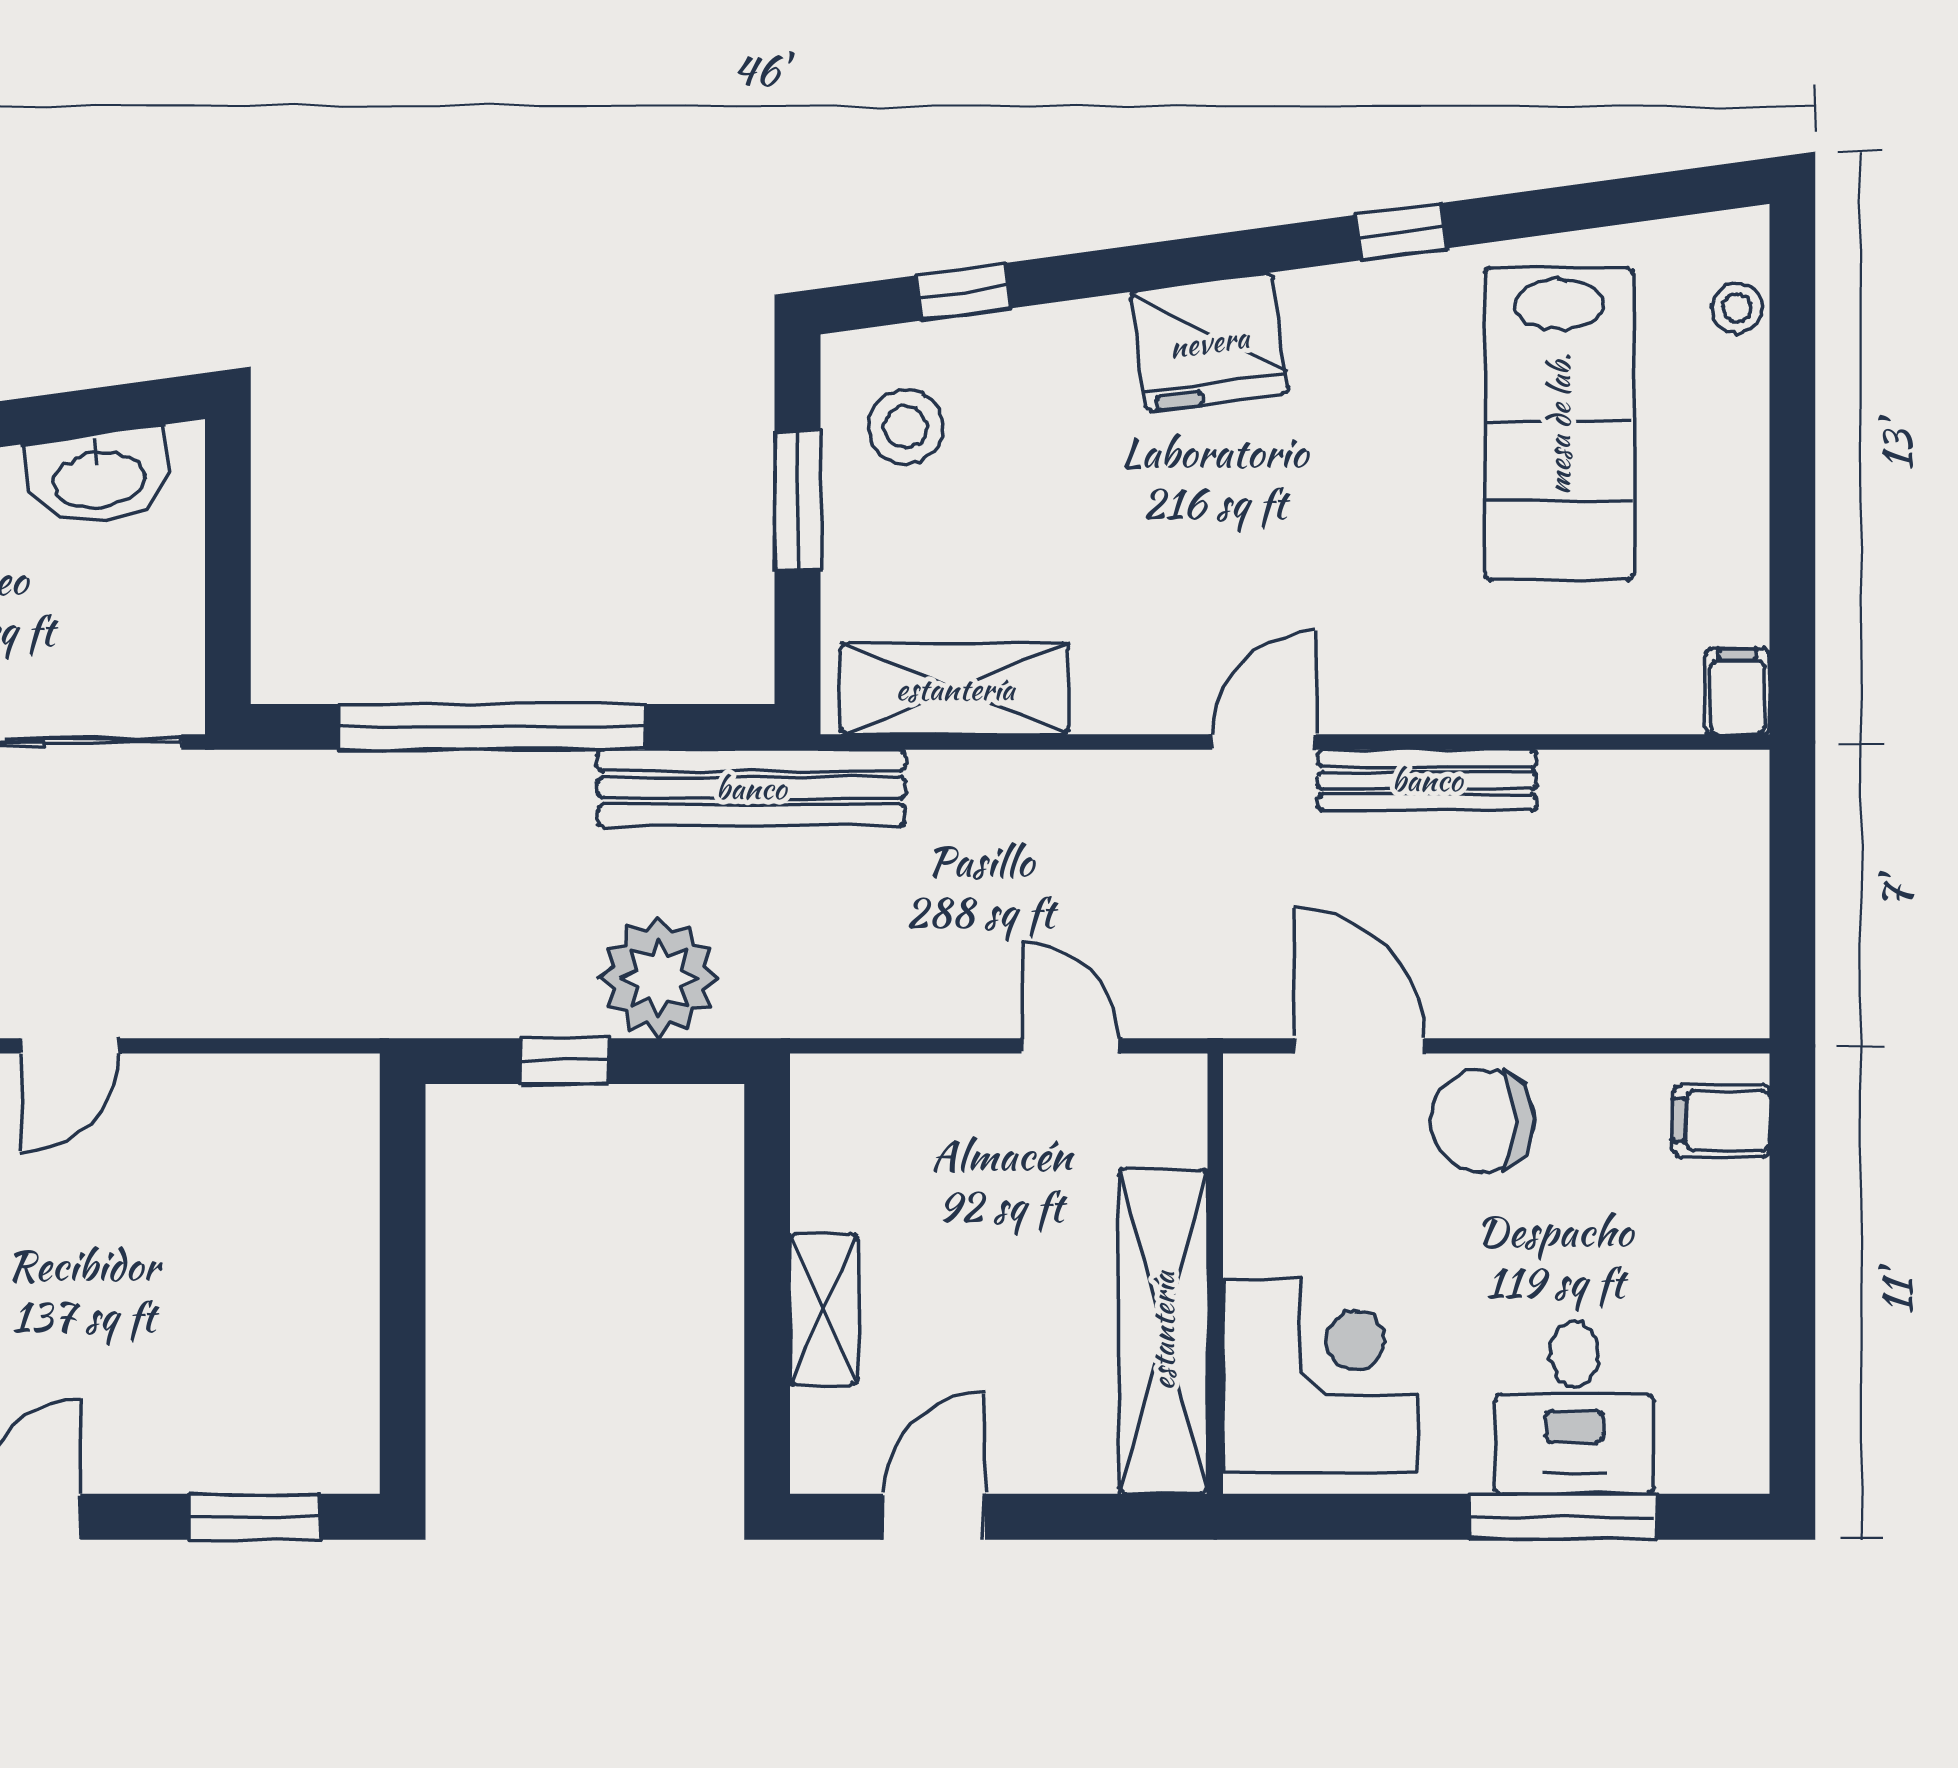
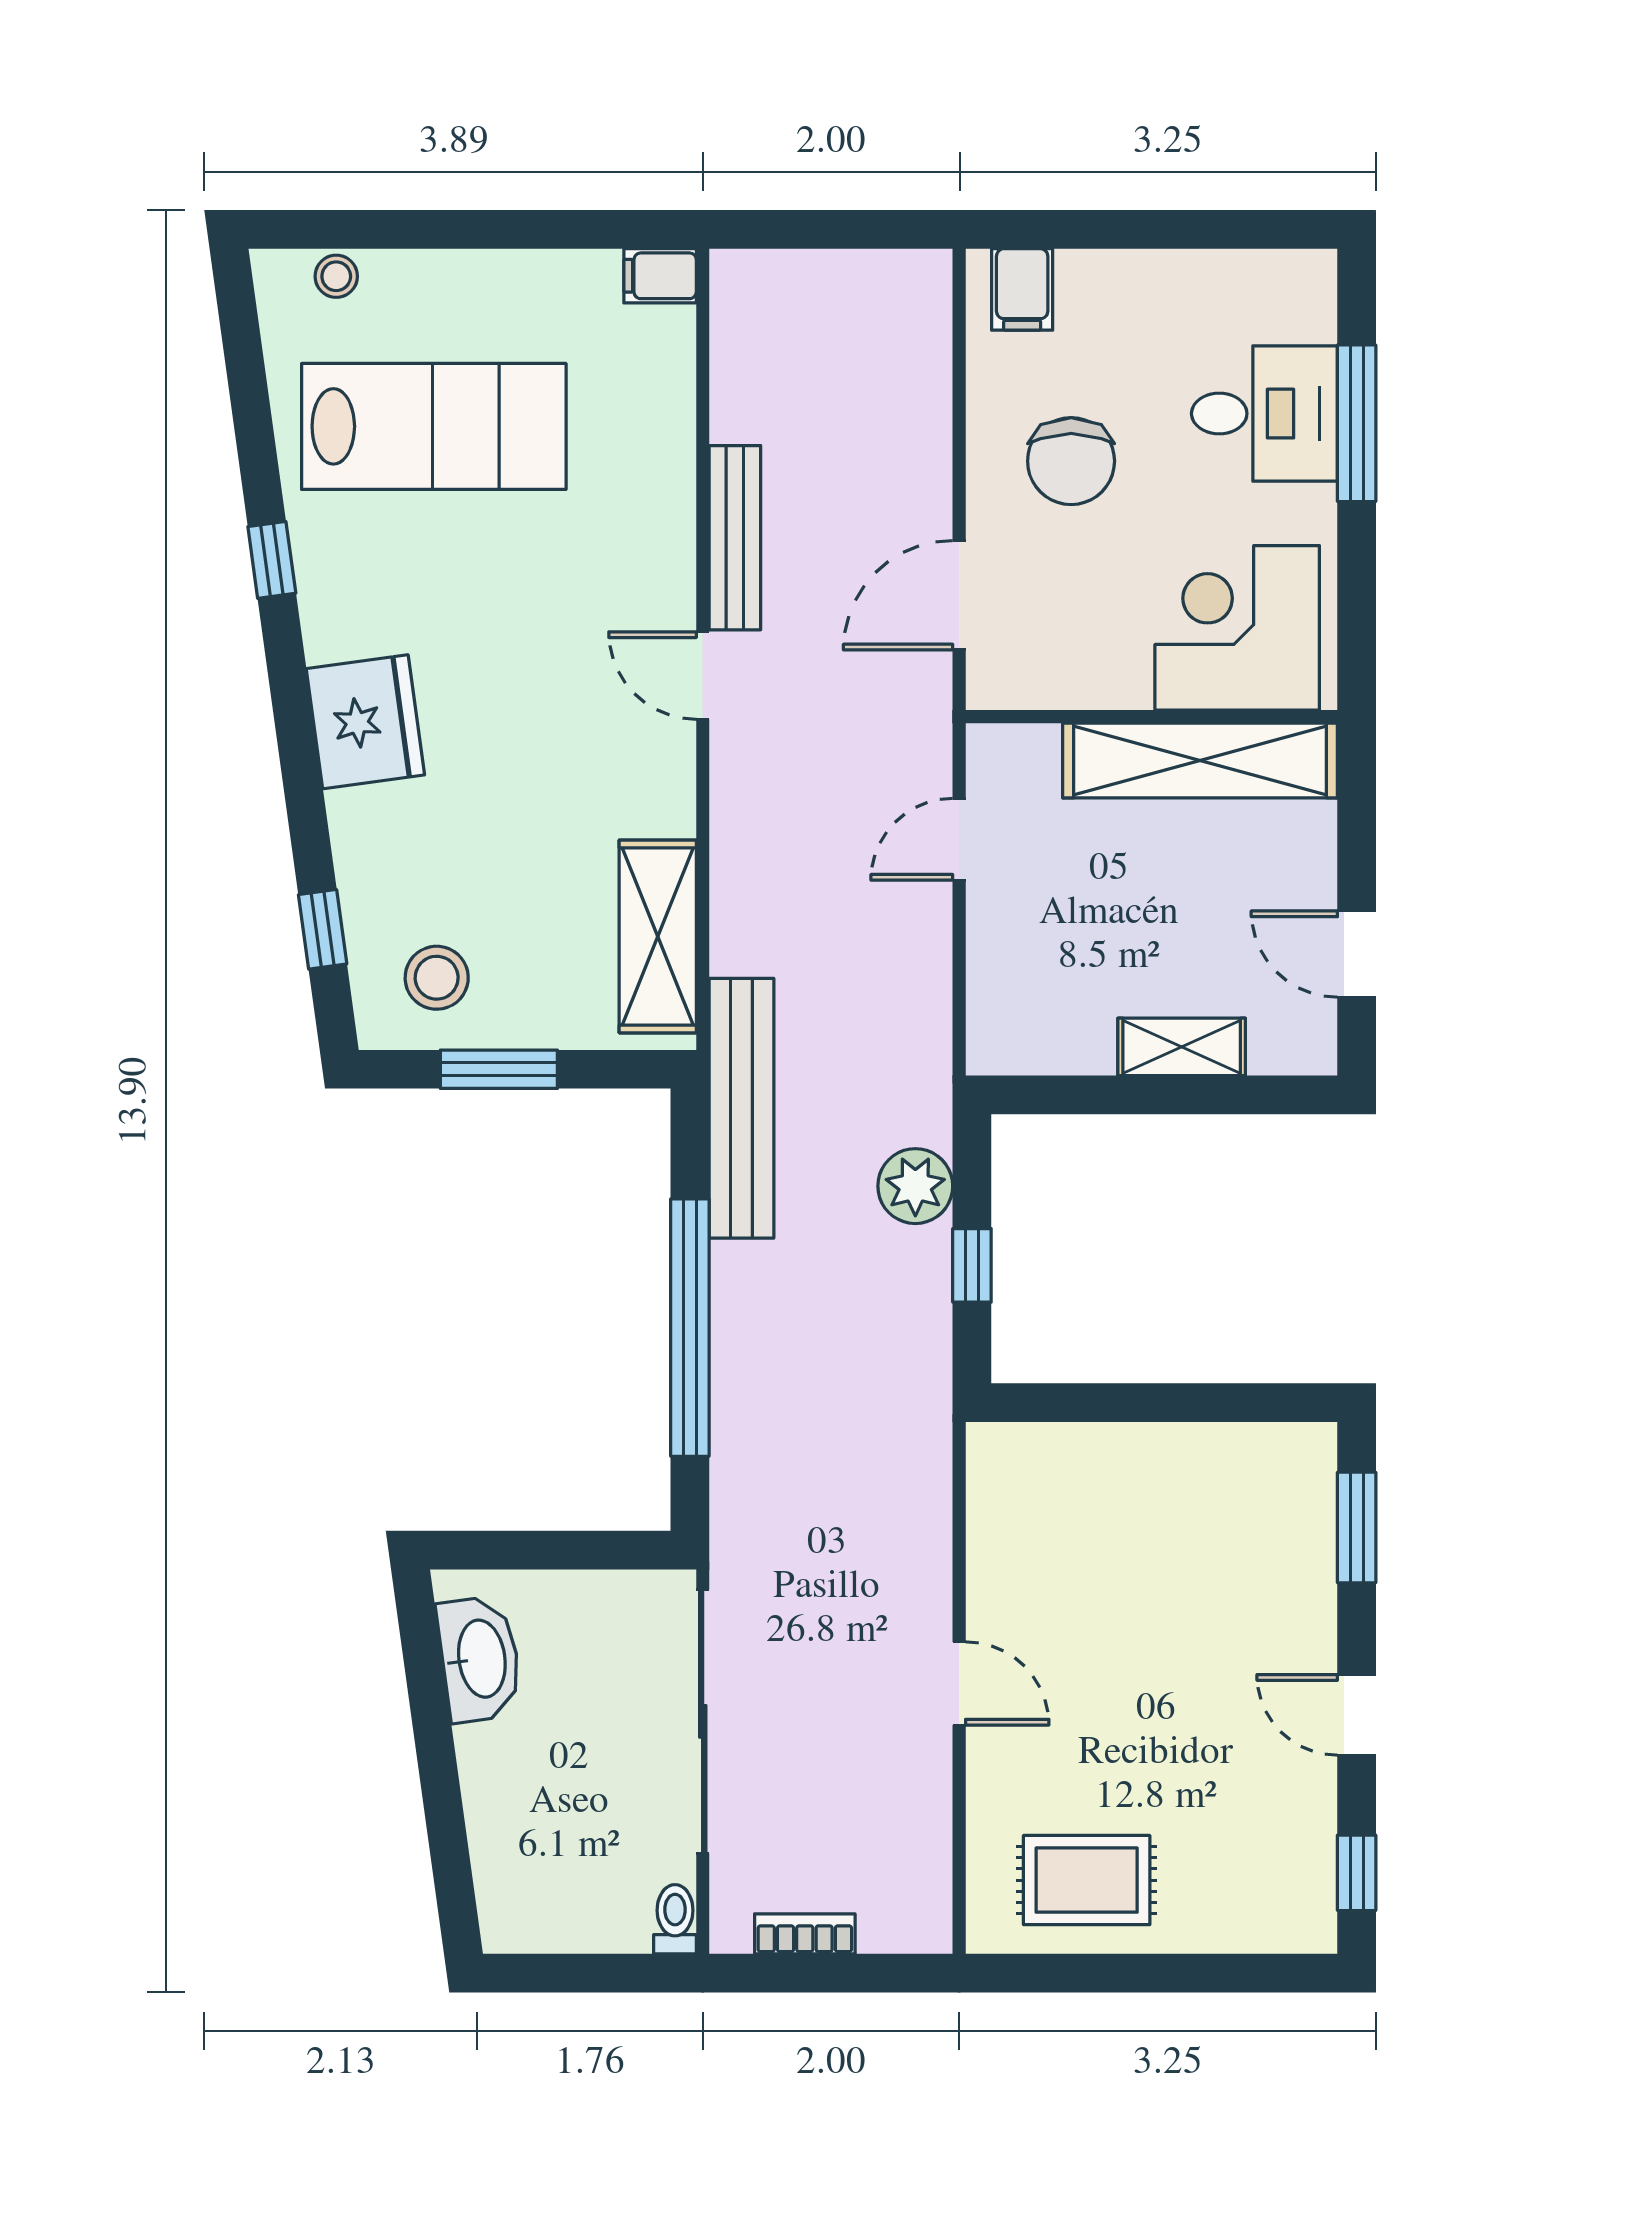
plant: (659, 978) -> (915, 1186), width x0.73, depth x0.73
chair: (1483, 1121) -> (1071, 461), moved

